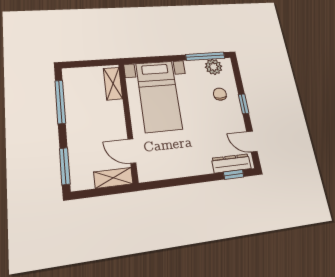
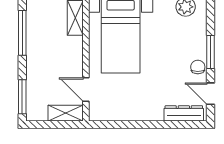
chair: (220, 94) -> (198, 67), moved
window: (244, 104) -> (211, 52), width x1.50
window: (234, 174) -> (184, 125), removed

